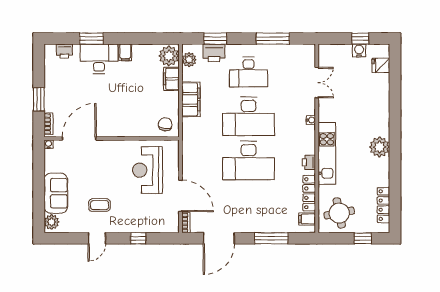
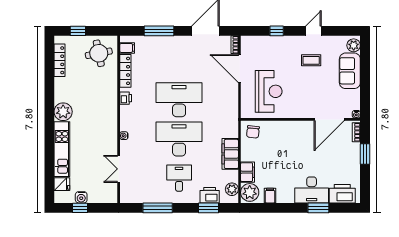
printer: (64, 51) -> (342, 194), width x1.87, depth x1.48
filing cabinet: (125, 52) -> (270, 196), moved
desk: (249, 72) -> (179, 178), width x0.73
kitchen unit: (327, 153) -> (62, 149), moved, turned 180

